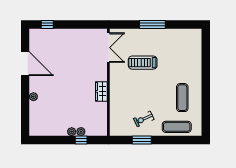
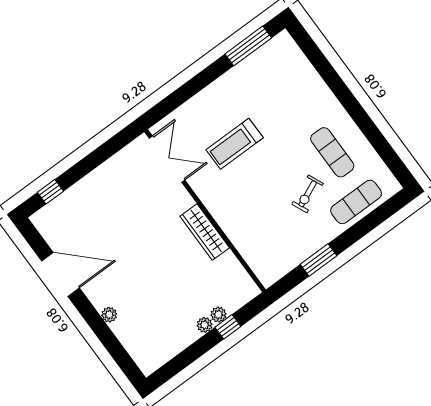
window: (152, 24) -> (248, 46), moved
wardrobe: (101, 91) -> (205, 232), width x1.50
exercise bike: (144, 119) -> (308, 194), moved

